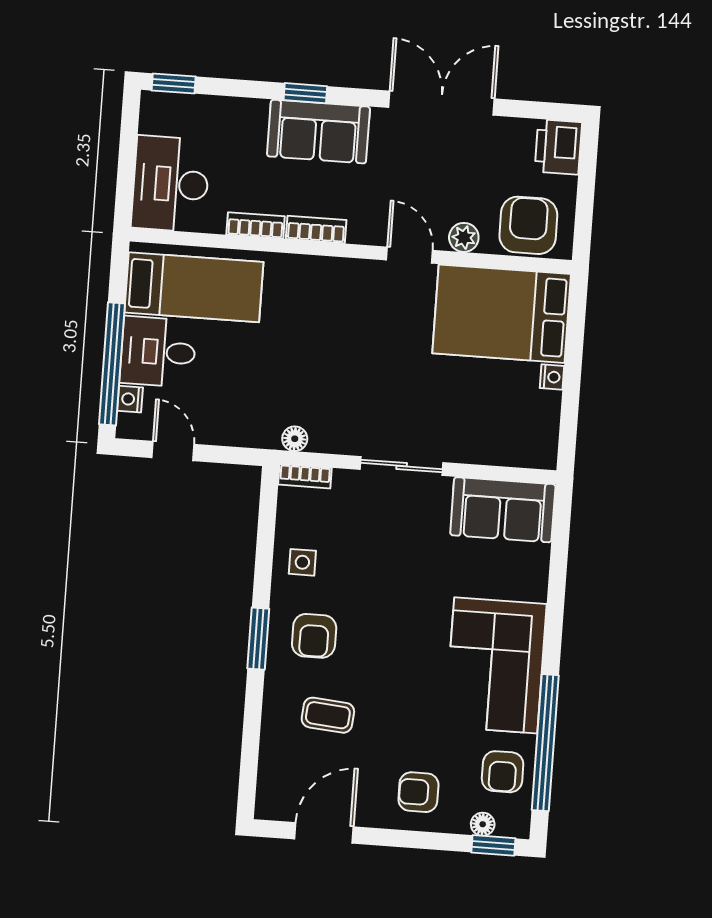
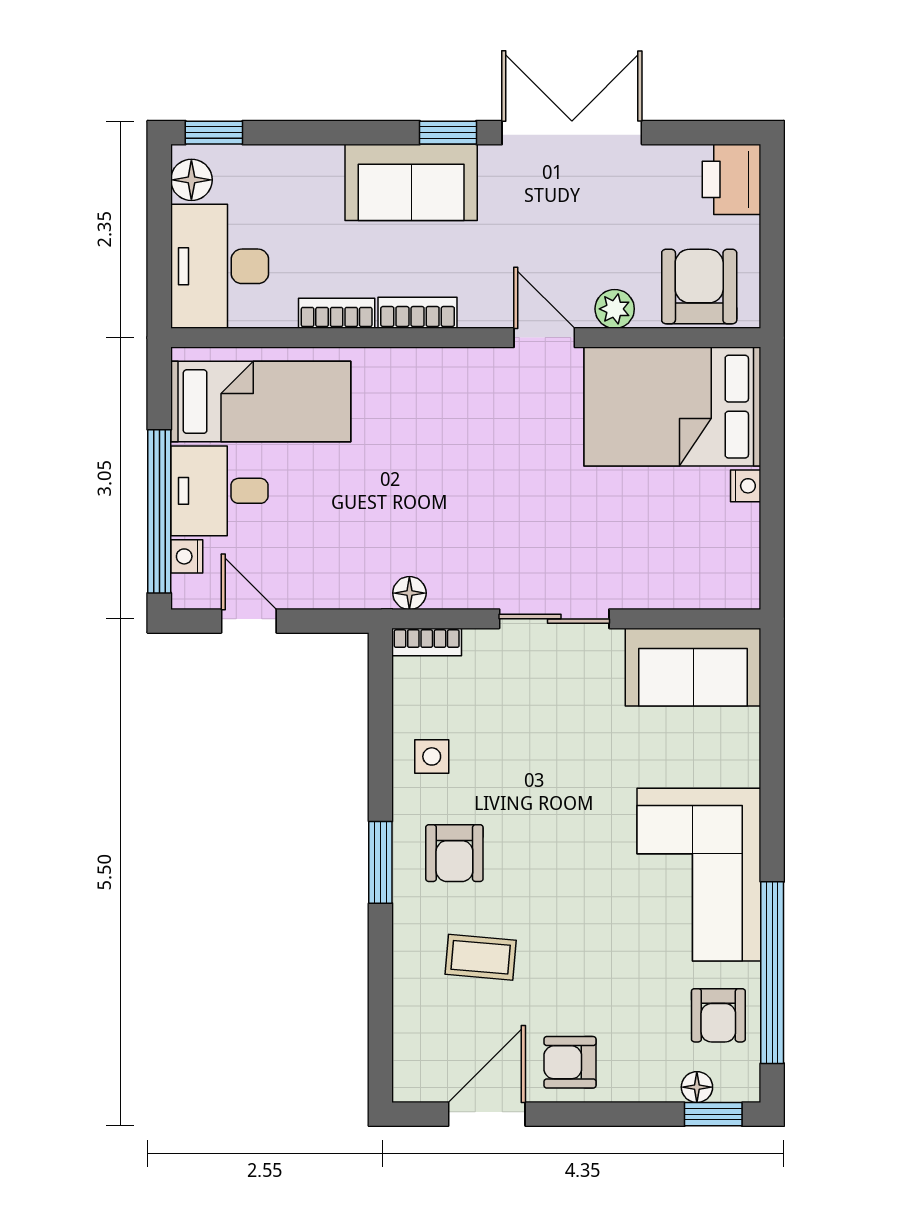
window: (305, 93) -> (448, 133), moved
floor lamp: (154, 118) -> (191, 180), added
armchair: (418, 792) -> (570, 1062), moved

